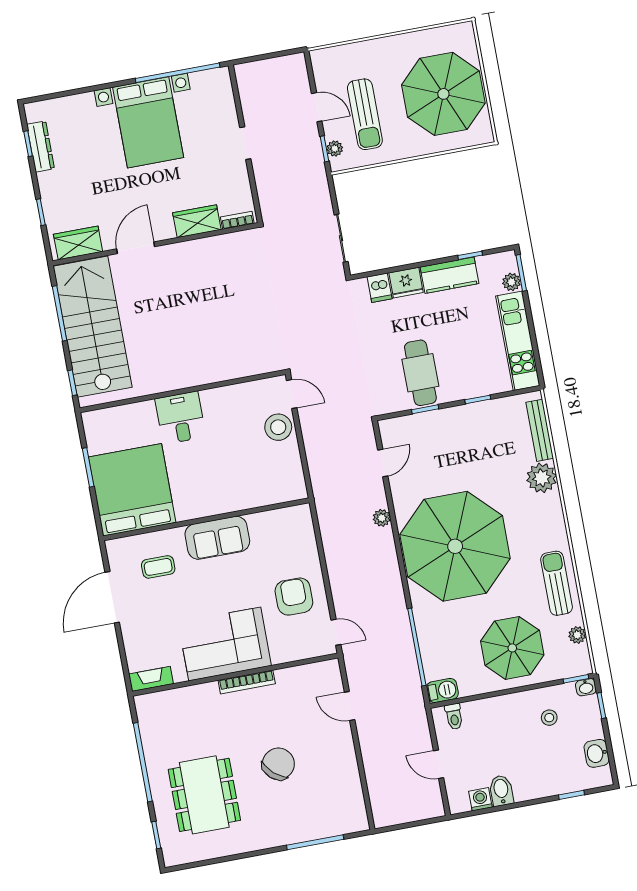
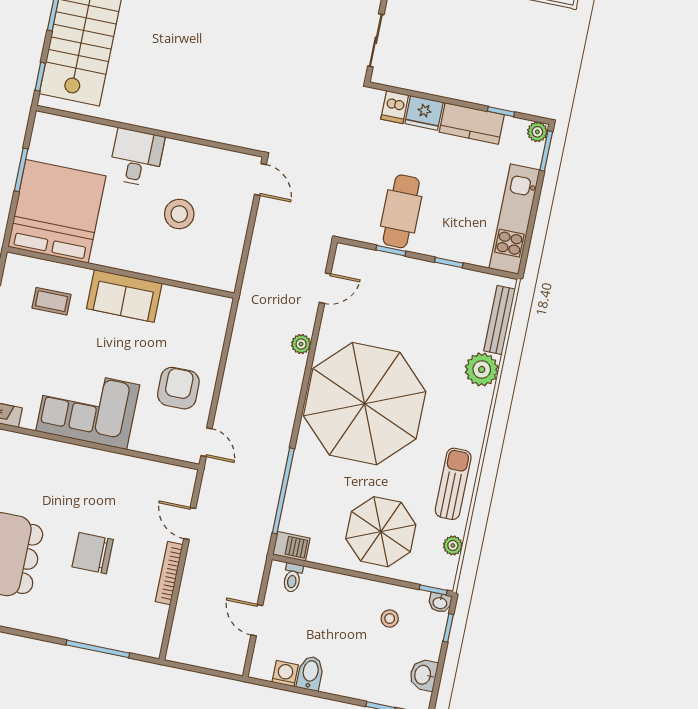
plant: (511, 282) -> (537, 132), moved
stool: (278, 427) -> (179, 214), moved
bookcase: (247, 682) -> (169, 573), moved, turned 90
chair: (278, 764) -> (93, 553), turned -132

